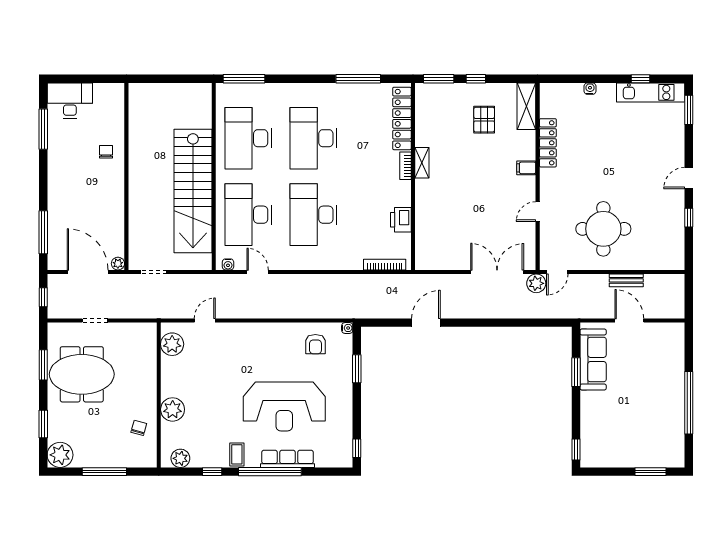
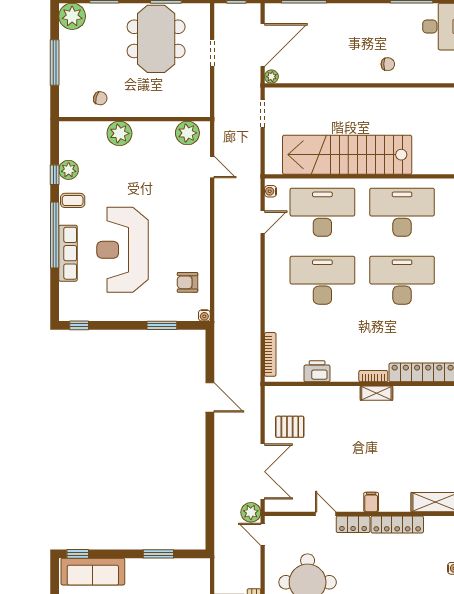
pallet: (484, 120) -> (290, 427), moved
locker: (548, 185) -> (353, 524), added
sofa: (593, 359) -> (93, 572), moved
plant: (180, 458) -> (69, 170), moved

